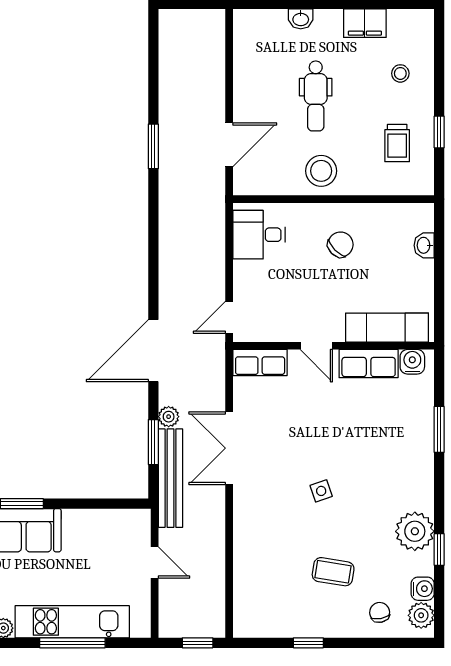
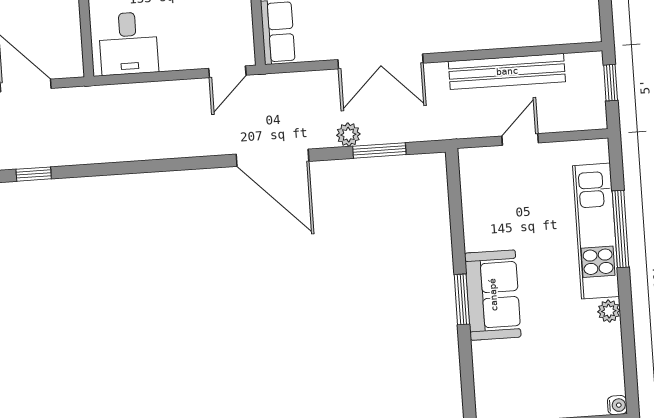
window: (153, 146) -> (34, 174), width x0.67
door: (229, 317) -> (227, 72), hinge flipped
bench: (170, 478) -> (507, 71), moved

